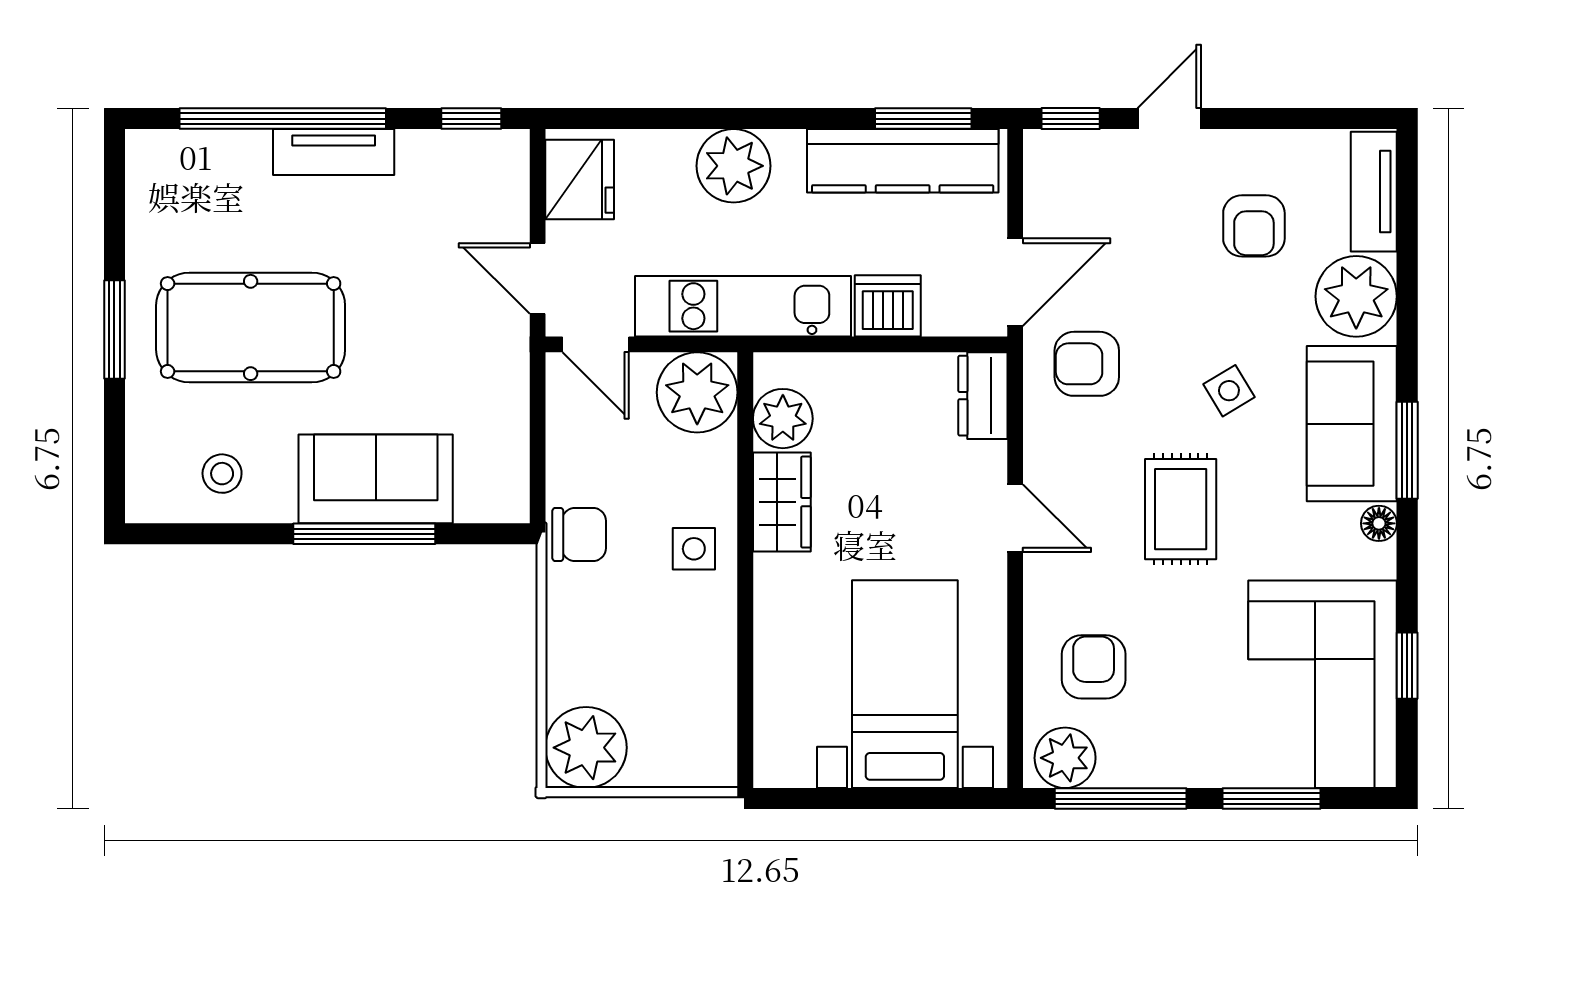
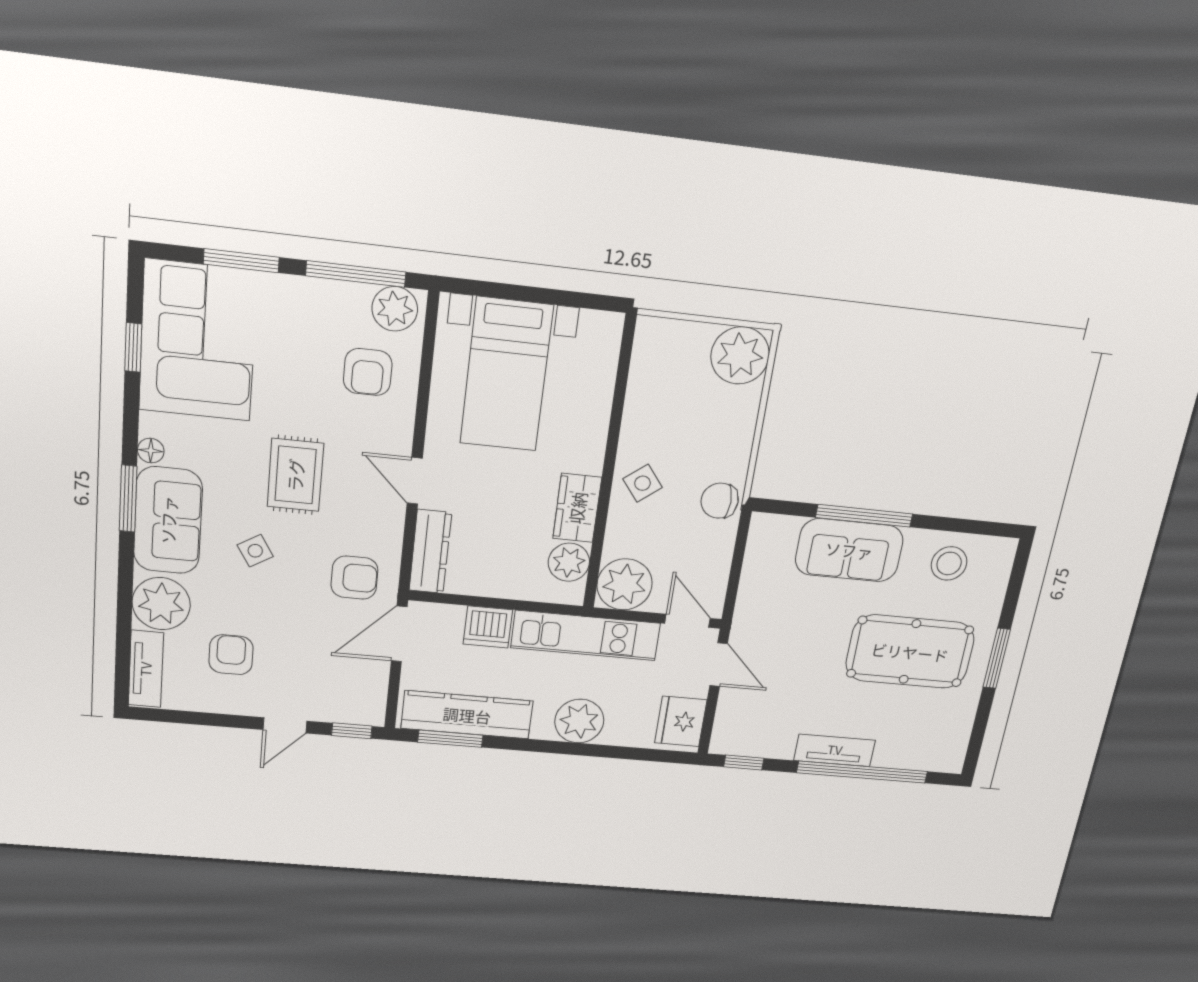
dresser: (983, 396) -> (430, 552), width x1.44
stool: (222, 474) -> (949, 563), width x1.37, depth x1.37
side table: (694, 549) -> (643, 483), turned -38

